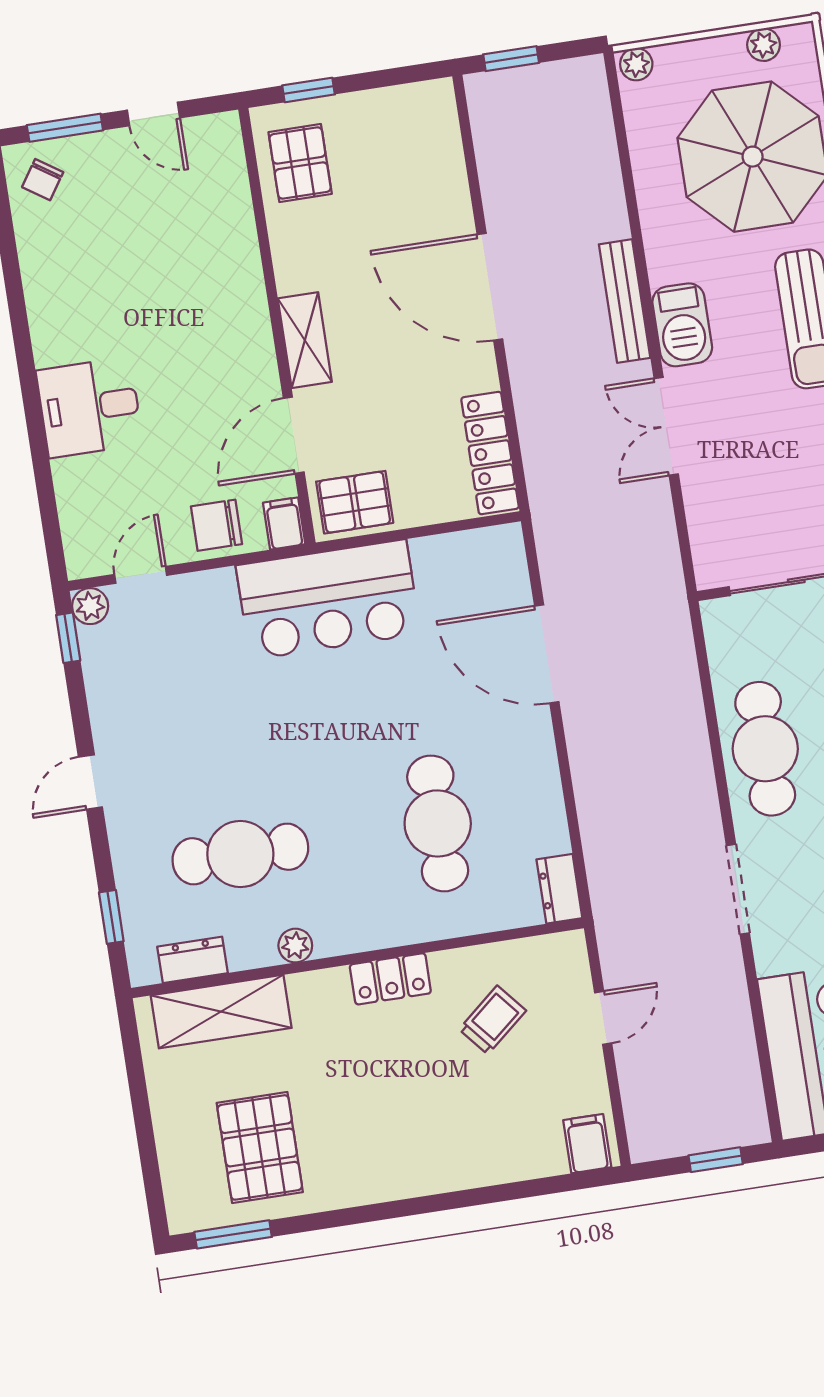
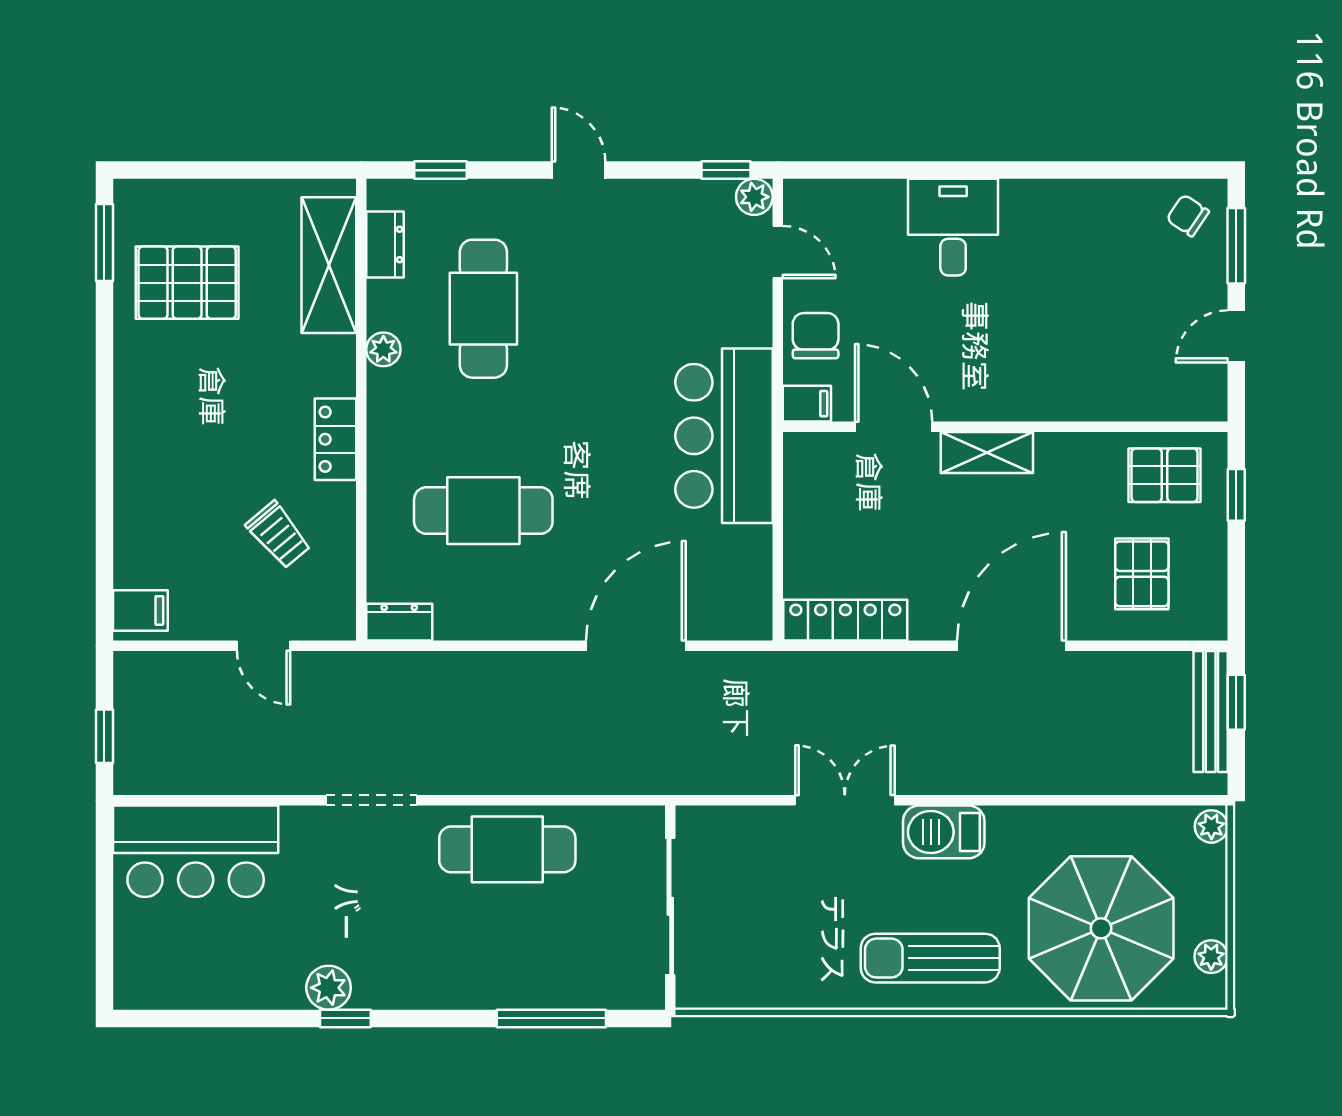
bench: (625, 301) -> (1211, 712), moved, turned 90
pallet: (355, 502) -> (1142, 574), moved

